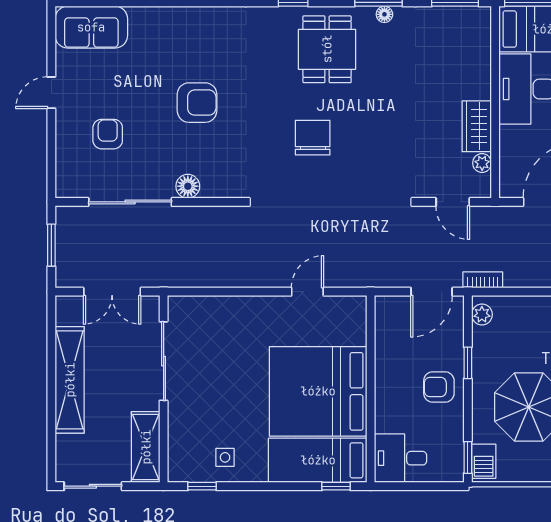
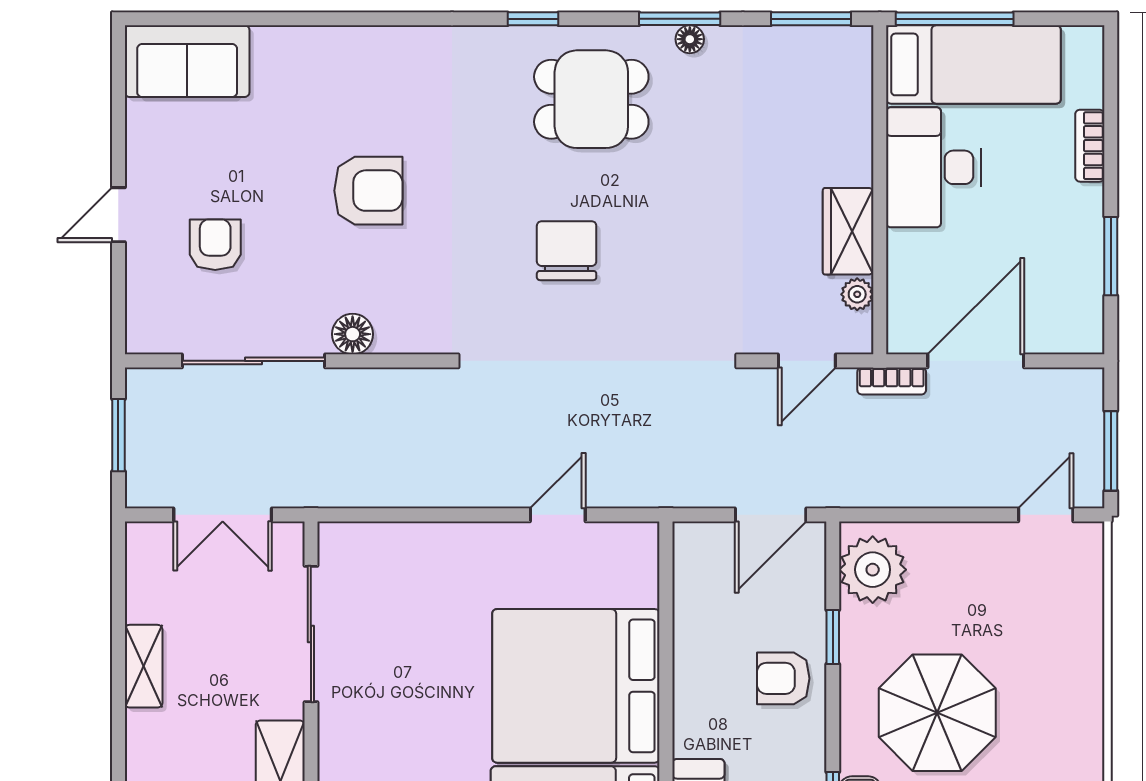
dining table: (327, 49) -> (591, 99), turned 90
door: (51, 93) -> (118, 215), moved
door: (453, 202) -> (807, 361), hinge flipped
bookcase: (483, 280) -> (892, 381), moved, turned 180
plant: (482, 314) -> (873, 570), width x1.87, depth x1.87
shelving: (70, 380) -> (144, 666), width x0.45, depth x0.75

